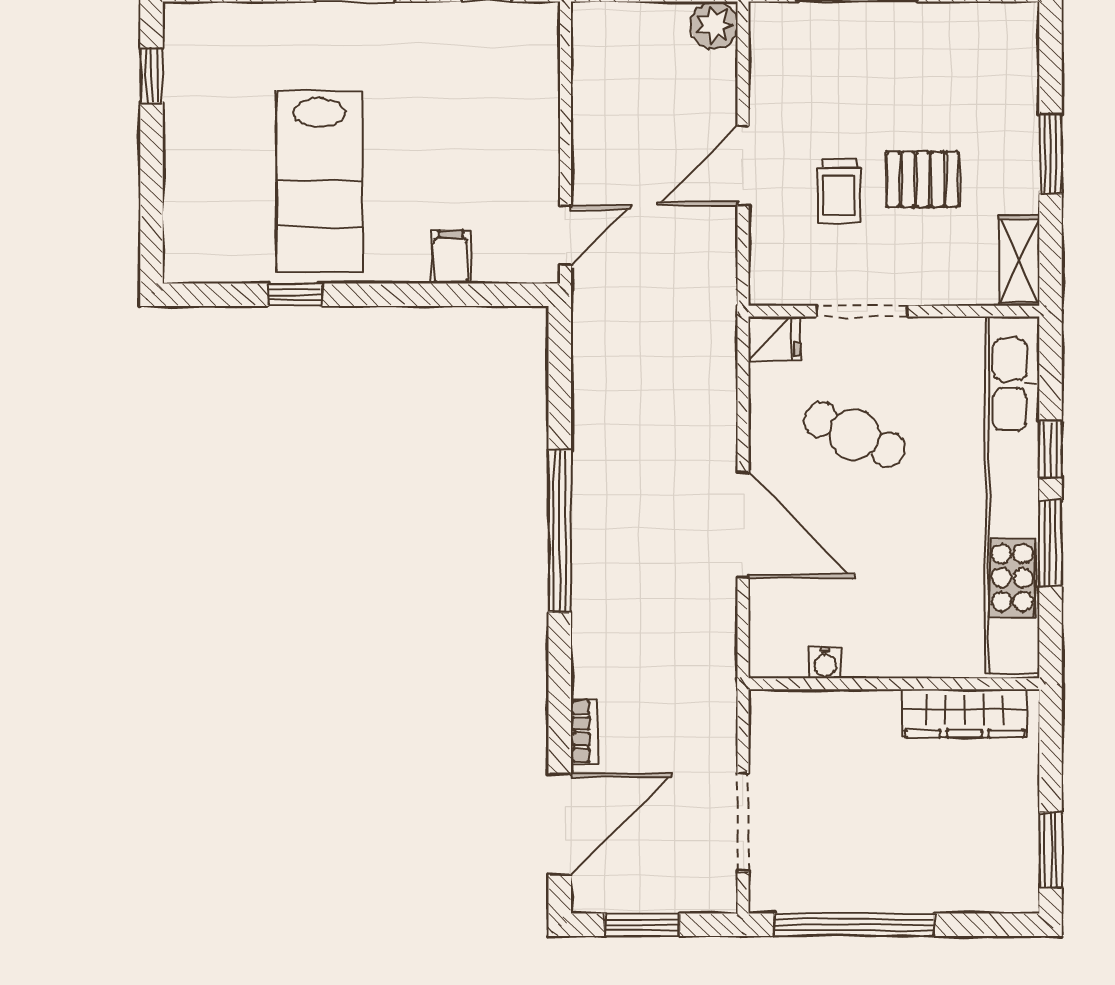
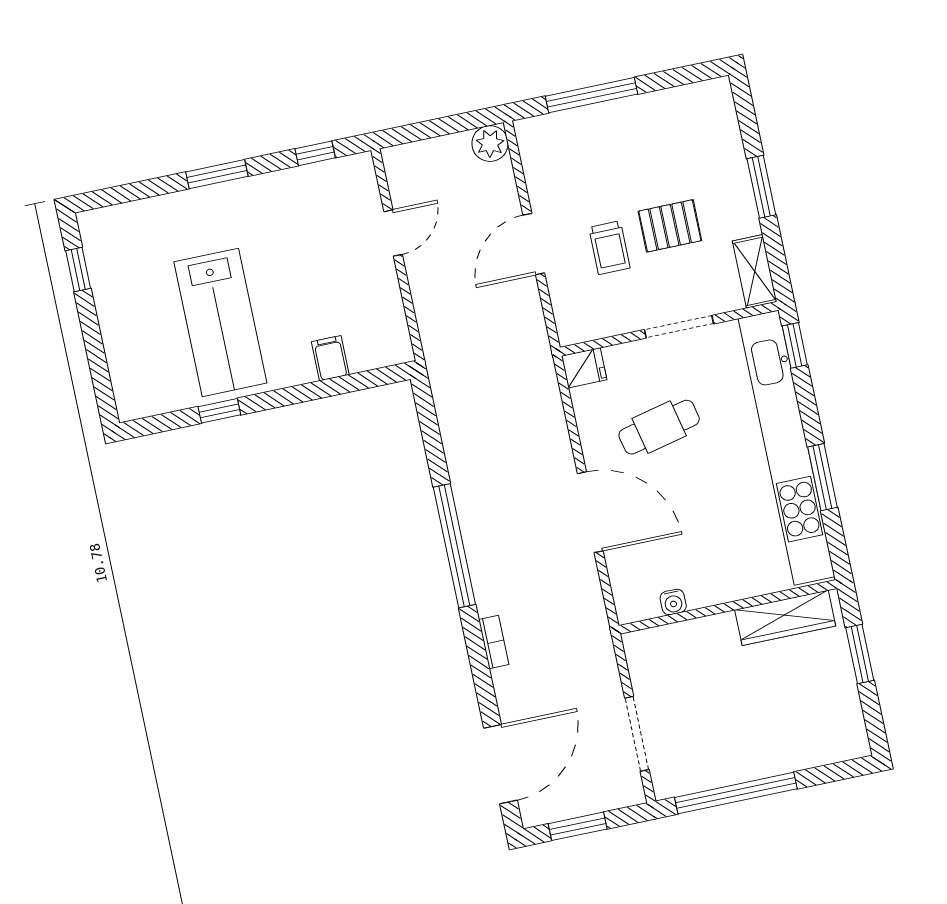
door: (565, 235) -> (393, 233), moved
doorway: (862, 311) -> (679, 327), moved
cafe table: (854, 435) -> (659, 427), turned -37
window: (1051, 450) -> (795, 345), moved
bookcase: (584, 731) -> (494, 642), moved
window: (1051, 850) -> (860, 654), moved

